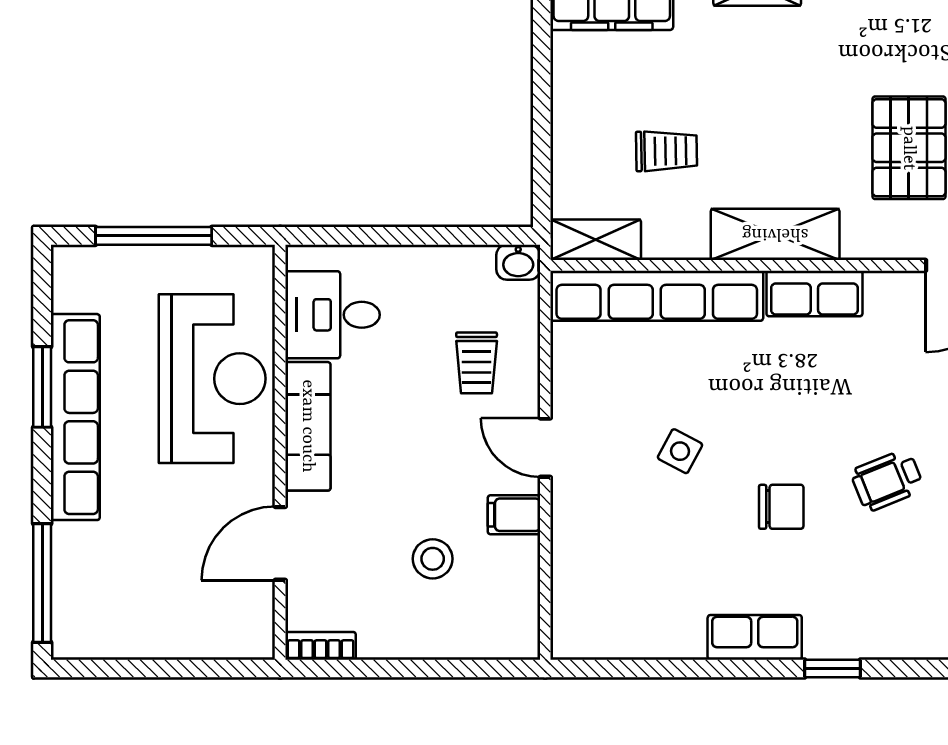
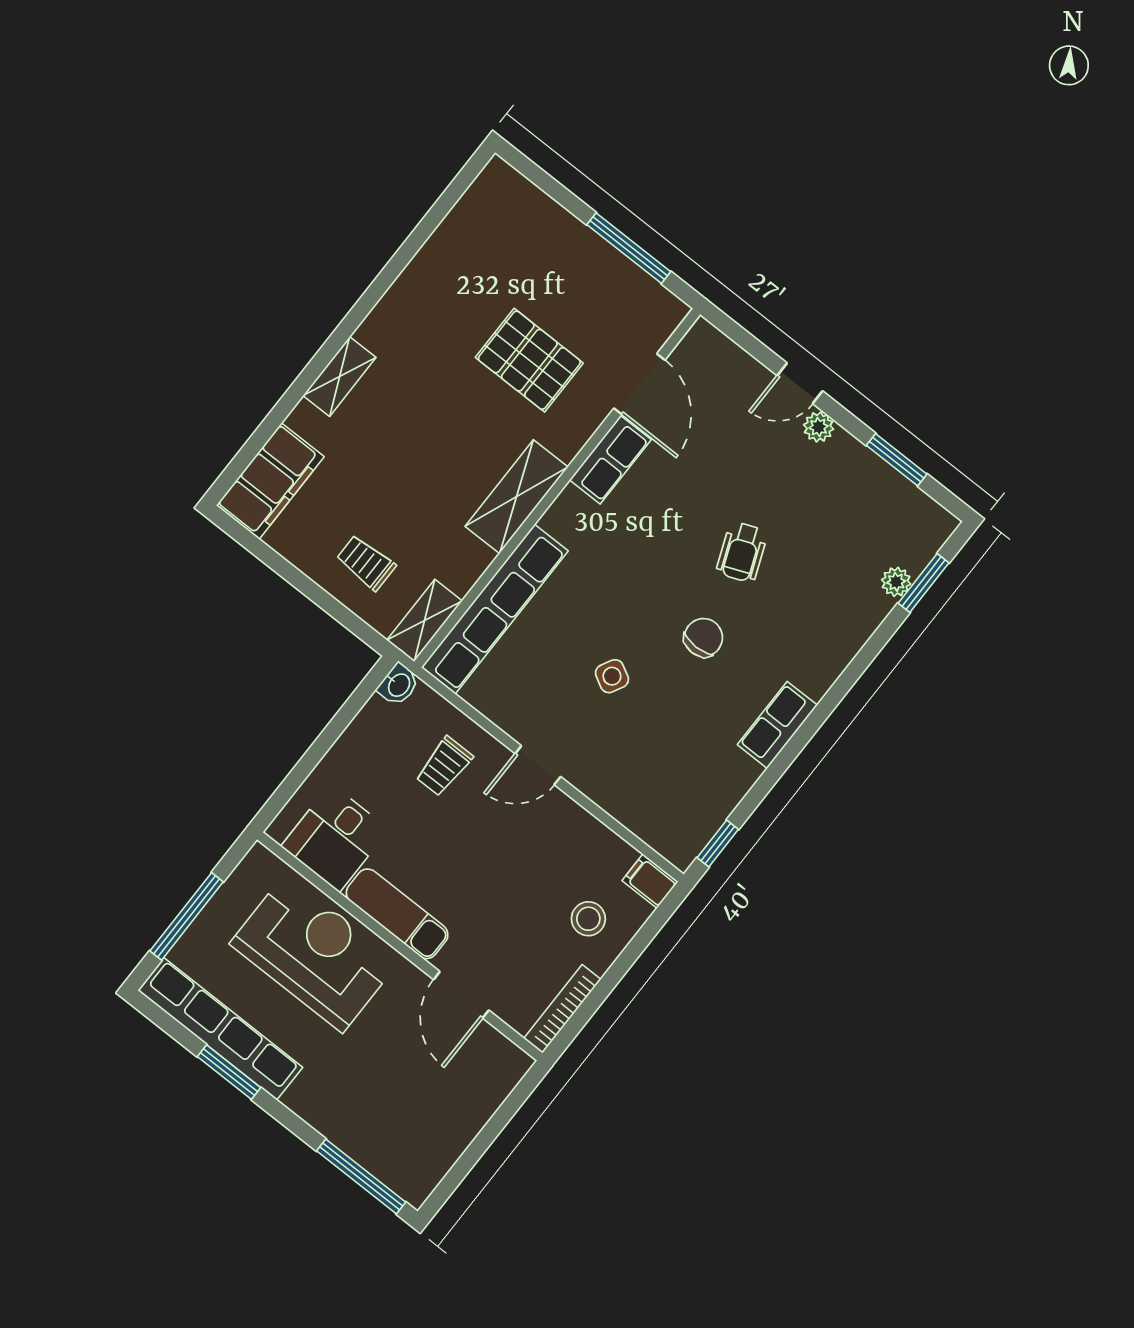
trolley: (666, 151) -> (366, 563), moved, turned -89
row of seats: (814, 293) -> (610, 460), moved
trolley: (477, 363) -> (444, 766), turned 90
row of seats: (75, 417) -> (220, 1029), moved
filing cabinet: (514, 515) -> (650, 881), moved, turned 90
stool: (433, 559) -> (588, 919), moved
bookcase: (321, 646) -> (562, 1009), width x1.56
window: (832, 669) -> (718, 844), moved

